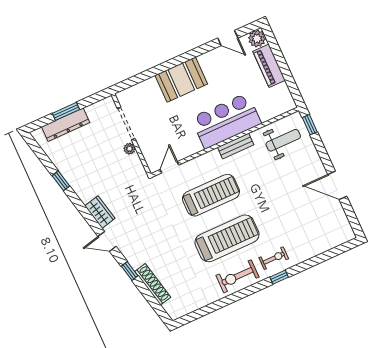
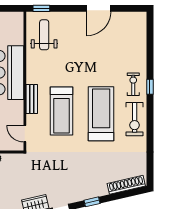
bench: (236, 146) -> (32, 99), moved
treadmill: (211, 195) -> (62, 111), turned 180
shoe rack: (153, 284) -> (126, 185), moved

